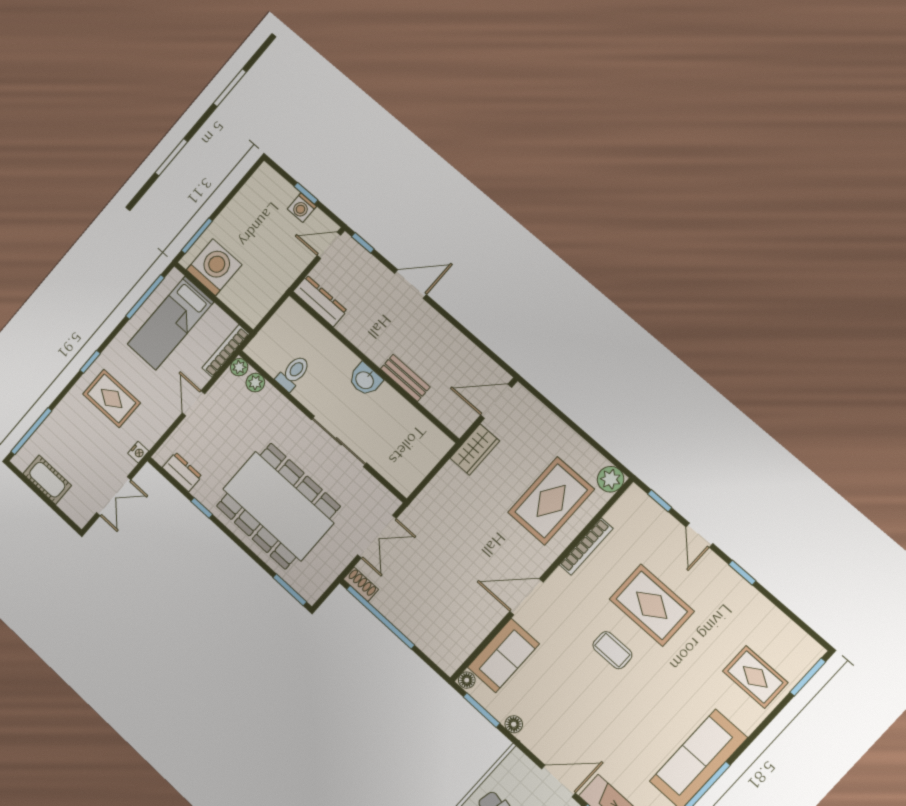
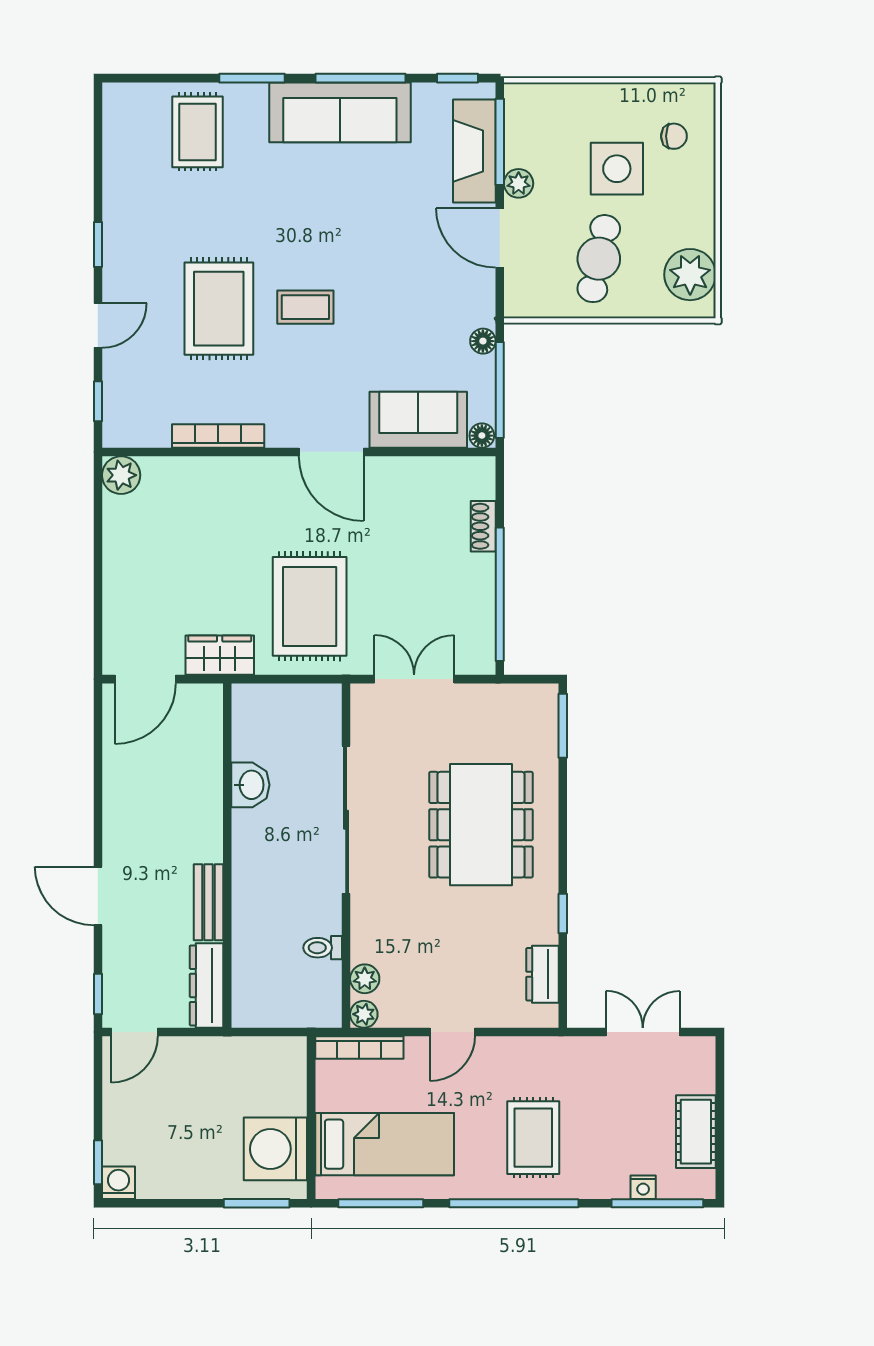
window: (306, 193) -> (98, 1162), moved
washing machine: (302, 208) -> (118, 1183), moved, turned -90
door: (329, 245) -> (135, 1032), hinge flipped
window: (90, 362) -> (514, 1203), width x3.17
toilet: (293, 373) -> (323, 948), width x0.73, depth x0.72
bench: (405, 378) -> (208, 902), moved
washbasin: (365, 380) -> (250, 785), moved
door: (496, 401) -> (145, 679), hinge flipped
sliding door: (339, 441) -> (346, 820), width x1.36
nightstand: (138, 452) -> (643, 1187), moved, turned 180
rug: (551, 501) -> (310, 606), moved, turned 90
dining table: (278, 506) -> (481, 825), width x0.73, depth x0.80
shoe rack: (361, 584) -> (483, 526), moved
coffee table: (612, 650) -> (305, 307), turned 90
window: (808, 677) -> (252, 78), moved
window: (481, 710) -> (500, 390), width x1.44

